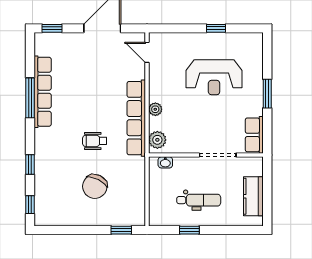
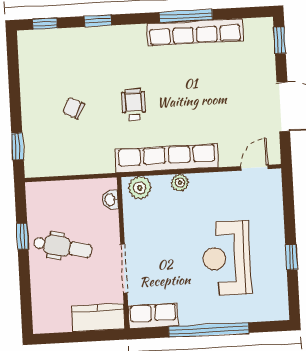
window: (267, 94) -> (209, 330), width x2.11
chair: (95, 186) -> (73, 108), width x0.54, depth x0.54
kitchen counter: (253, 196) -> (98, 317), moved
dental chair: (199, 200) -> (63, 247), turned -78

